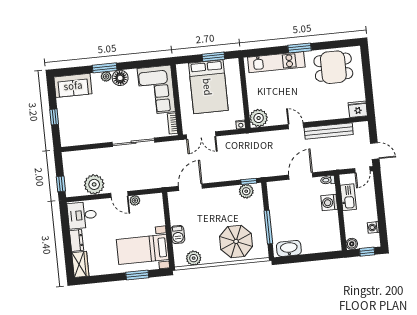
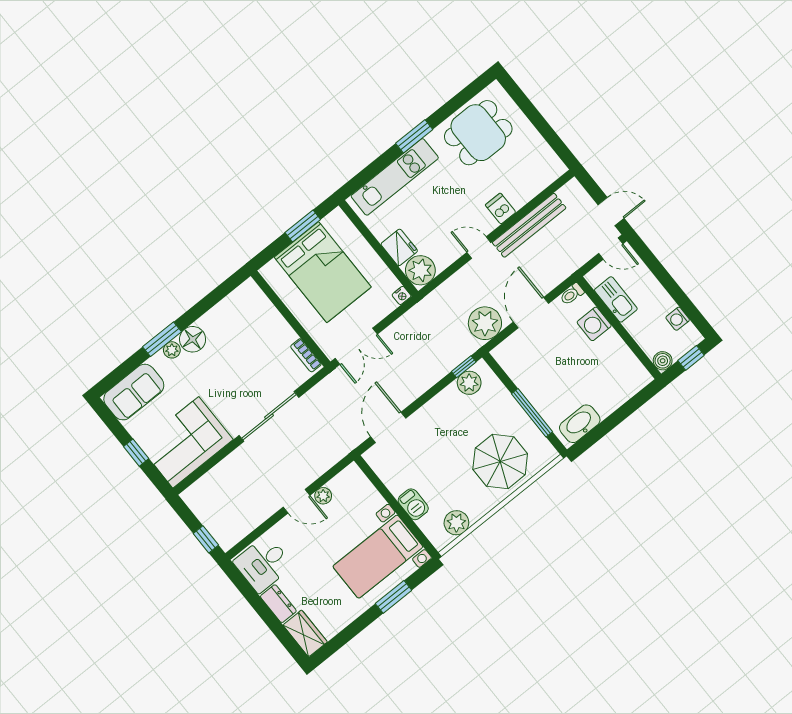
corner sofa: (156, 90) -> (186, 442), moved, turned 90
fridge: (358, 109) -> (399, 247), moved, turned 90
dishwasher: (320, 113) -> (501, 209), added
door: (362, 170) -> (611, 249), hinge flipped
plant: (94, 184) -> (485, 323), moved

